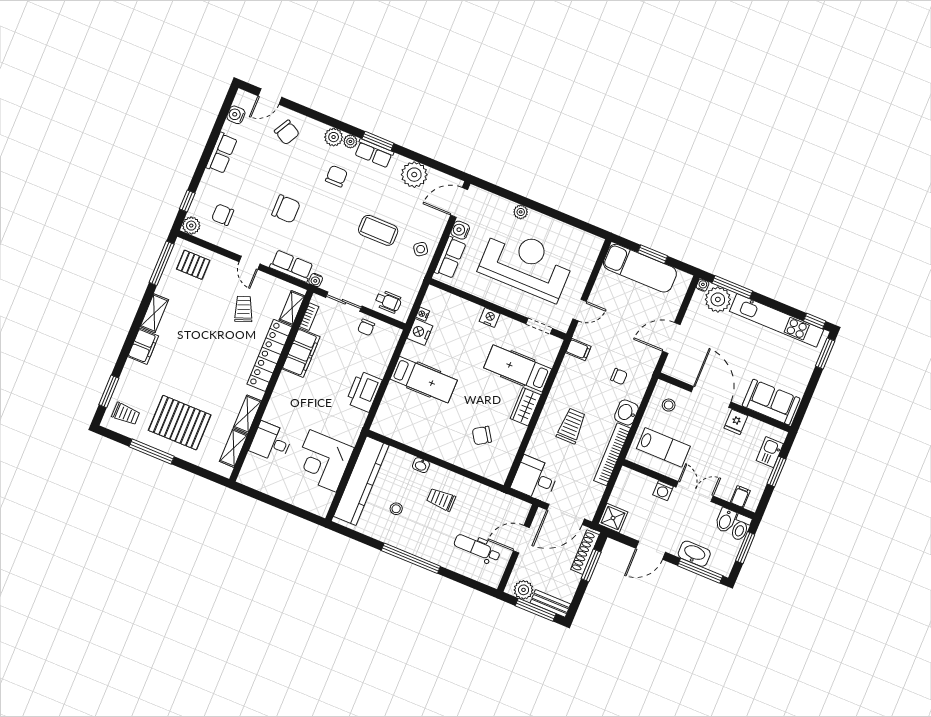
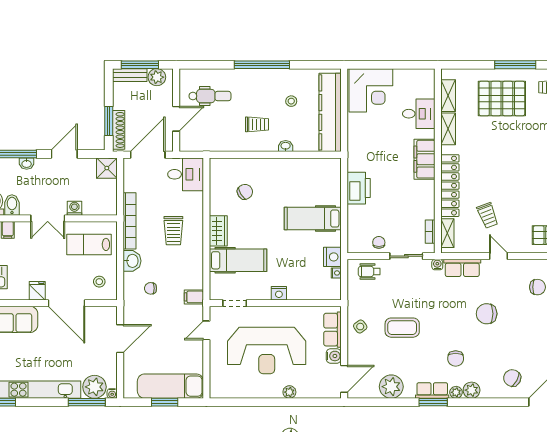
filing cabinet: (301, 353) -> (424, 159), moved
corner desk: (323, 461) -> (371, 90), moved, turned 90
washbasin: (694, 554) -> (27, 164), width x0.52, depth x0.69

